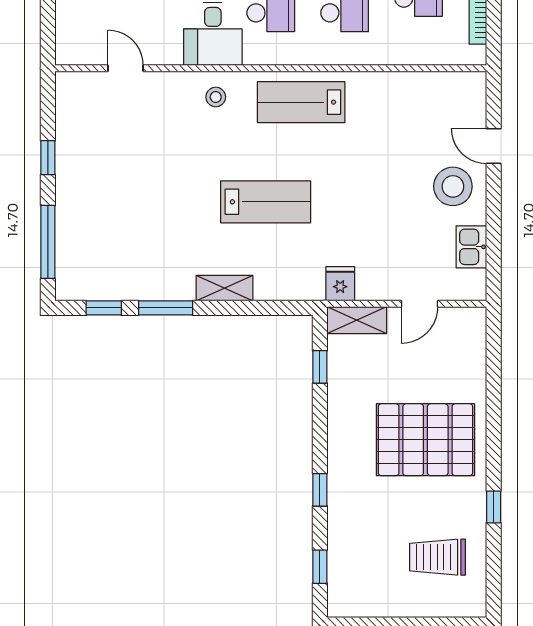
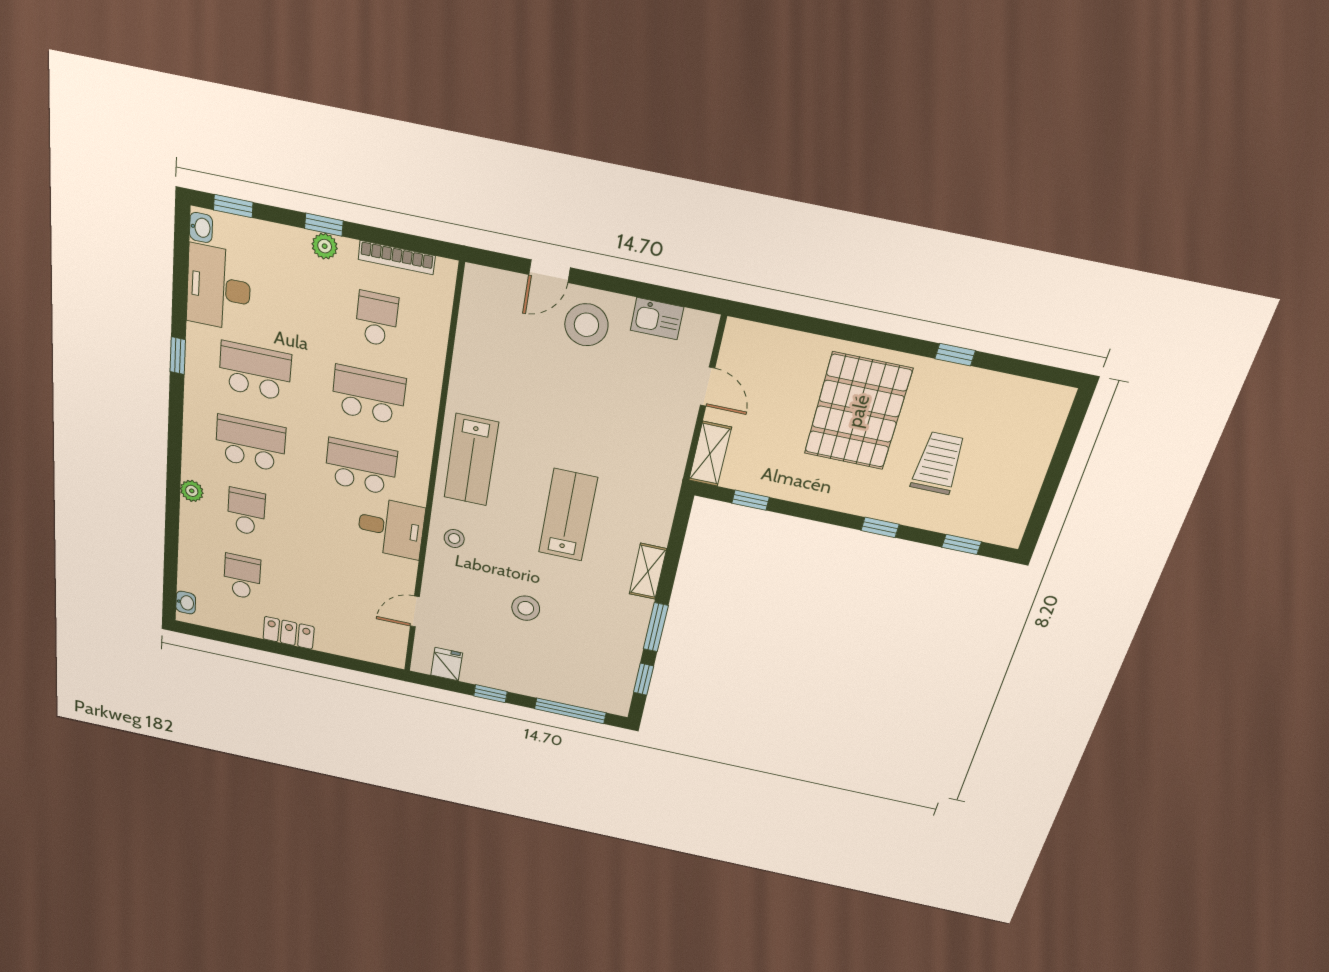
stool: (156, 178) -> (526, 608), added
fridge: (340, 284) -> (447, 664), moved, turned 90
trolley: (438, 557) -> (938, 463), moved, turned 180

